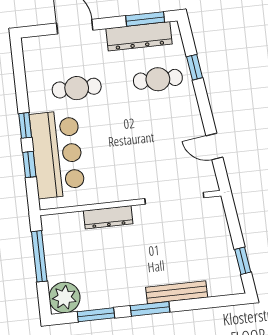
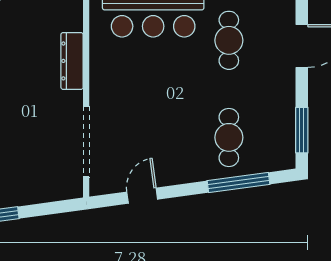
dresser: (139, 36) -> (282, 121), removed
window: (195, 67) -> (238, 182), width x2.17

